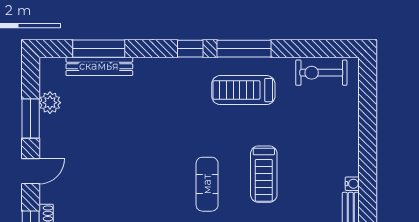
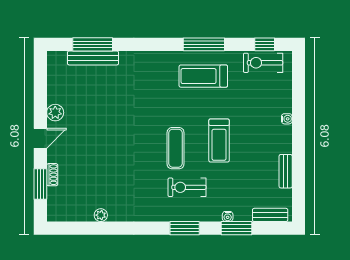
window: (190, 49) -> (265, 44), moved
plant: (50, 103) -> (55, 113), moved
window: (31, 118) -> (40, 98), removed
water cooler: (352, 184) -> (287, 119), moved

